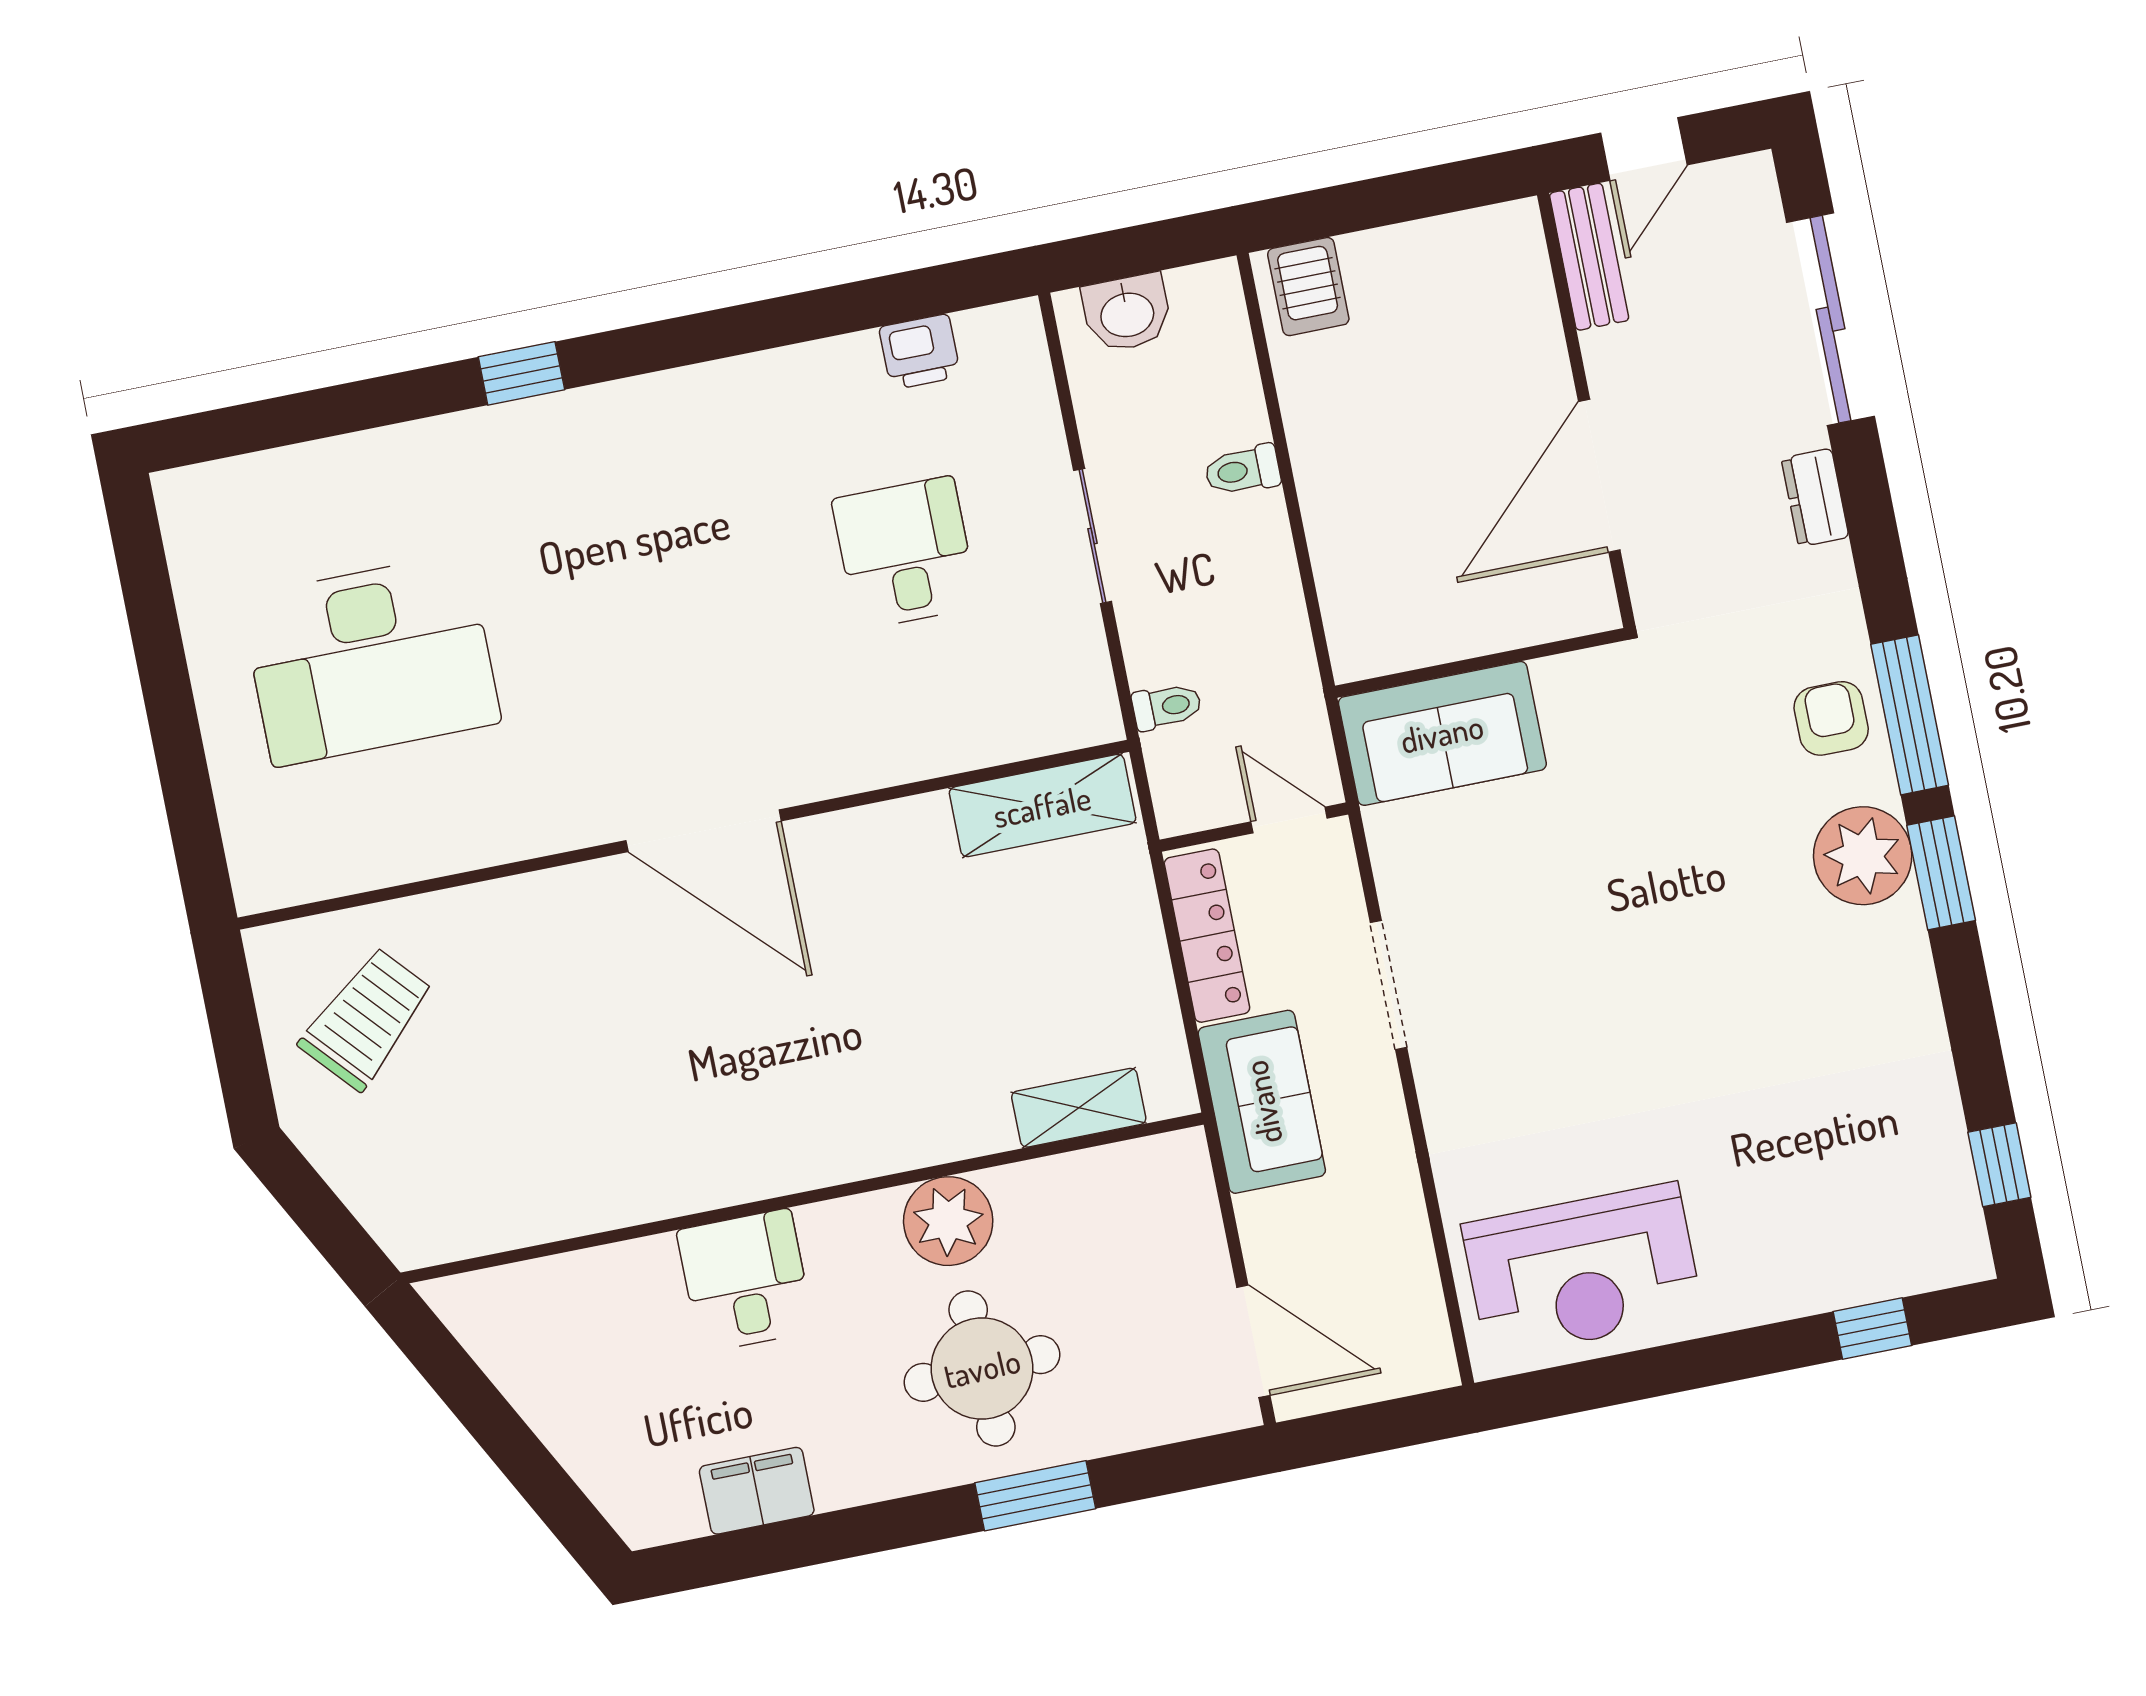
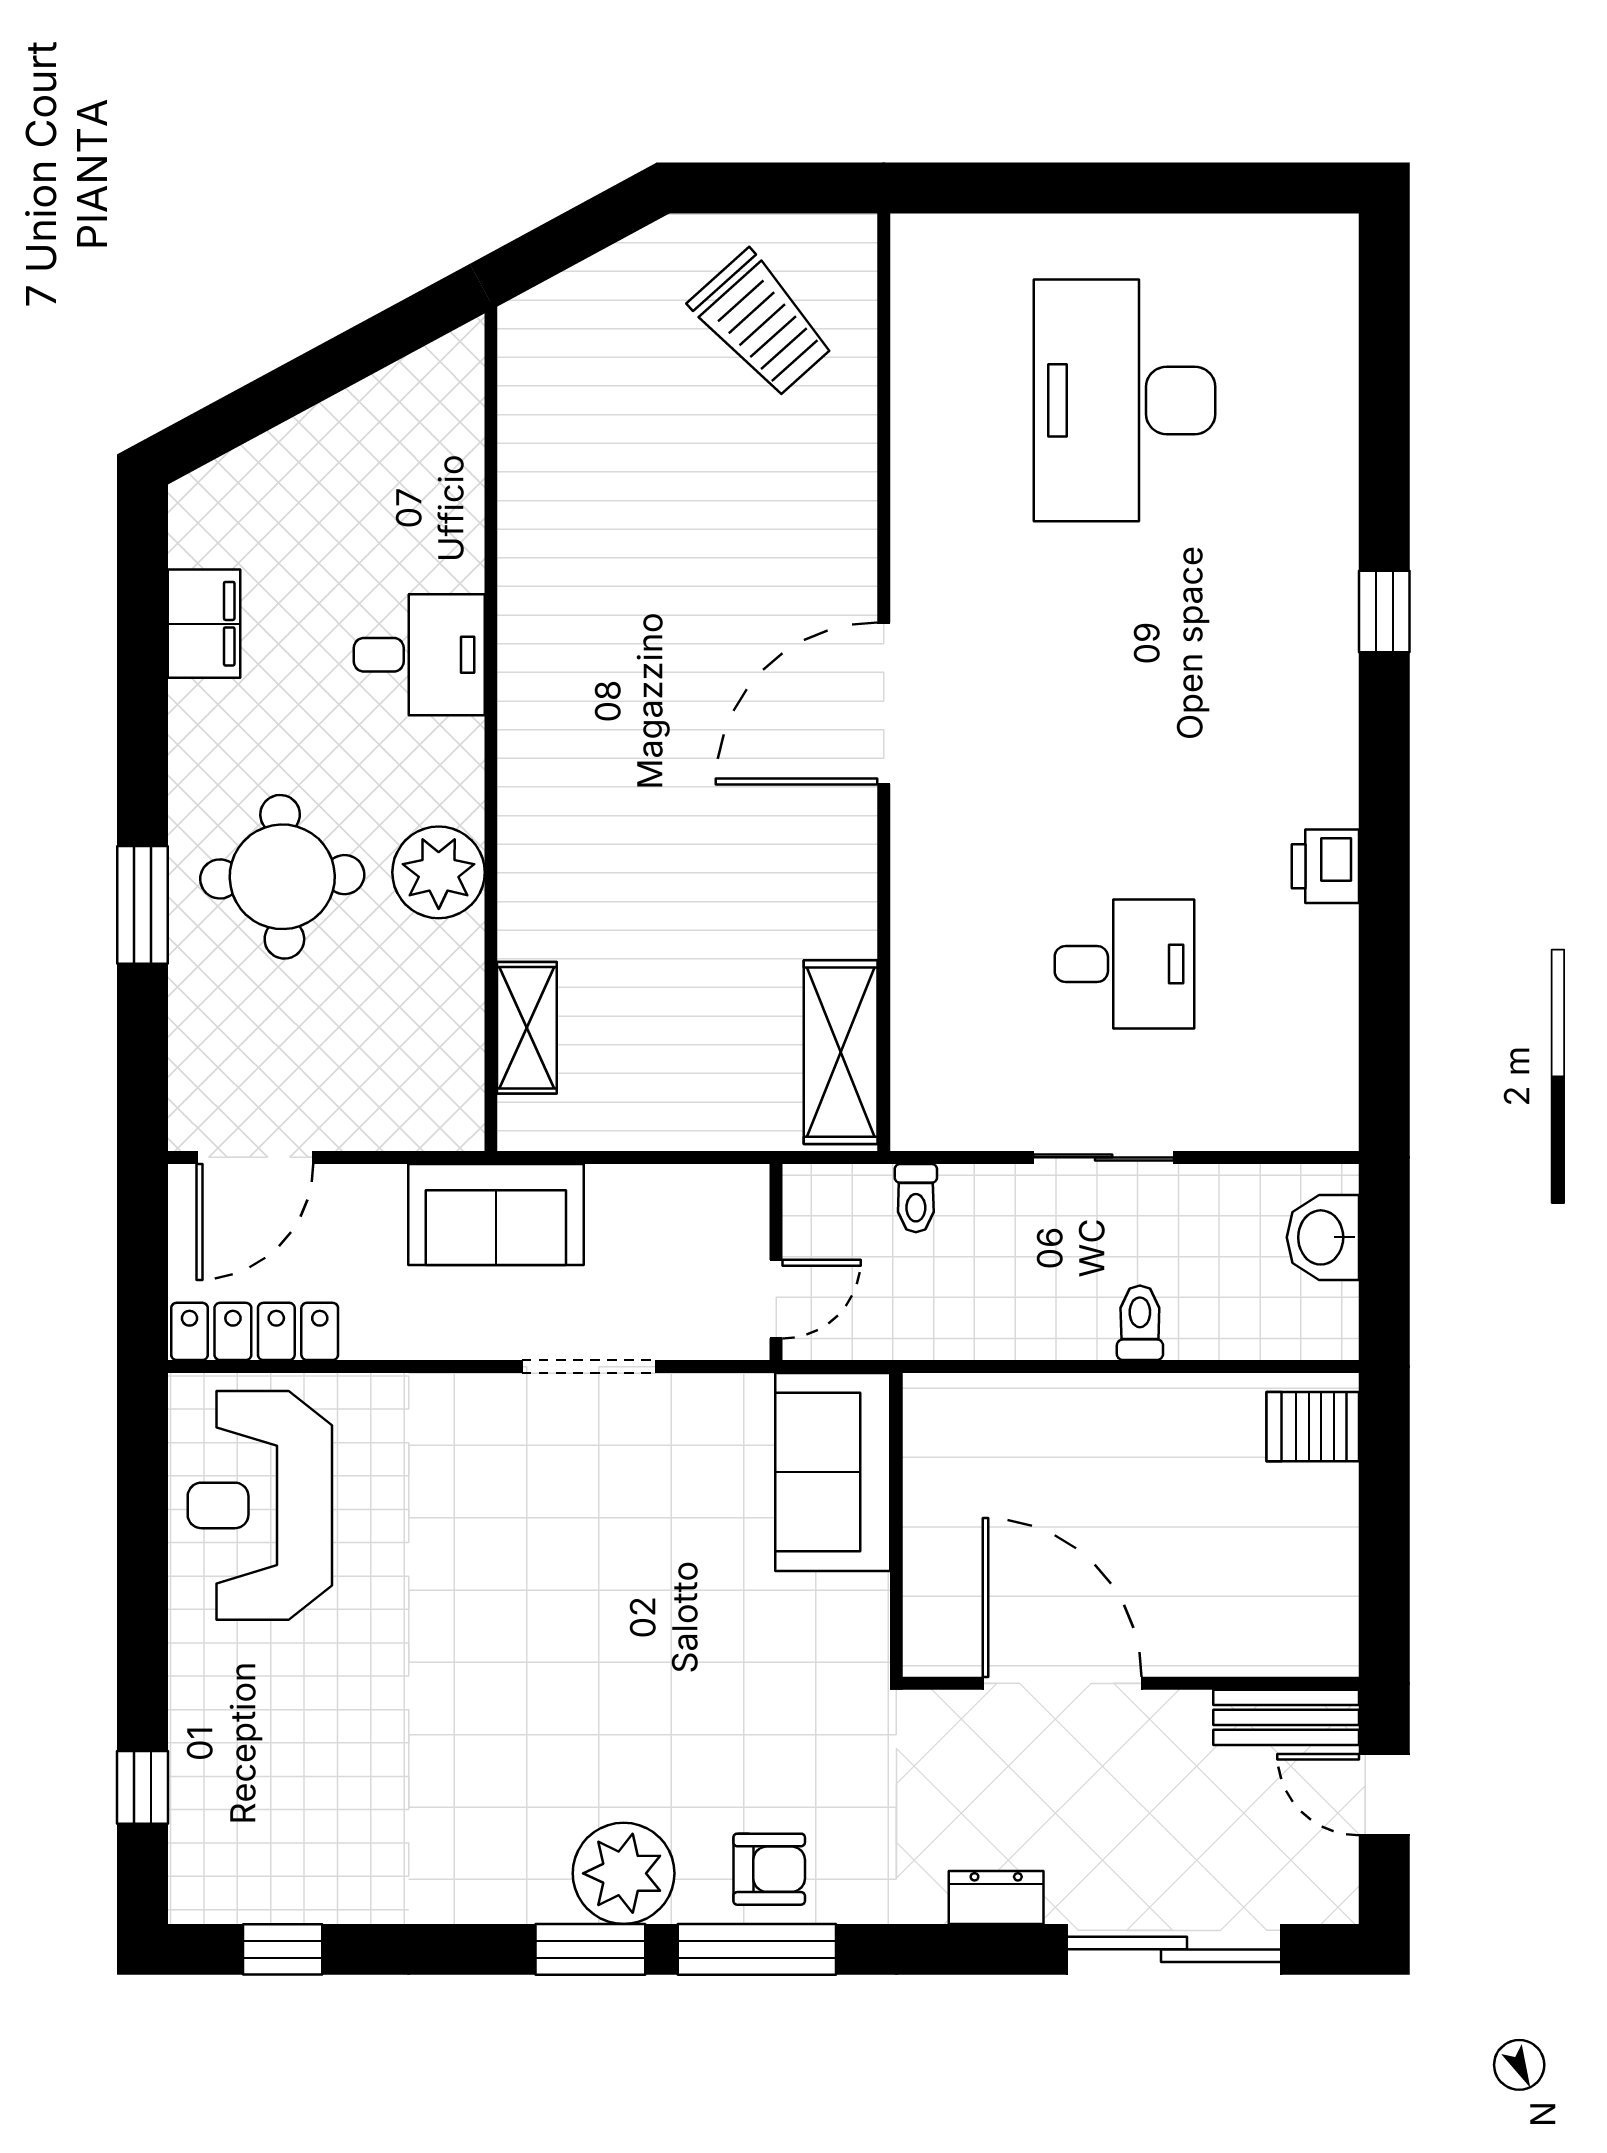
printer: (920, 352) -> (1325, 866), moved
locker: (1207, 936) -> (255, 1331), moved, turned 180

